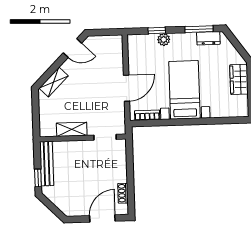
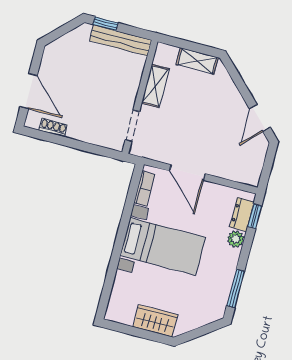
window: (157, 30) -> (255, 216), moved
dresser: (208, 38) -> (242, 214), moved
shelving: (54, 82) -> (197, 61), moved, turned -45

